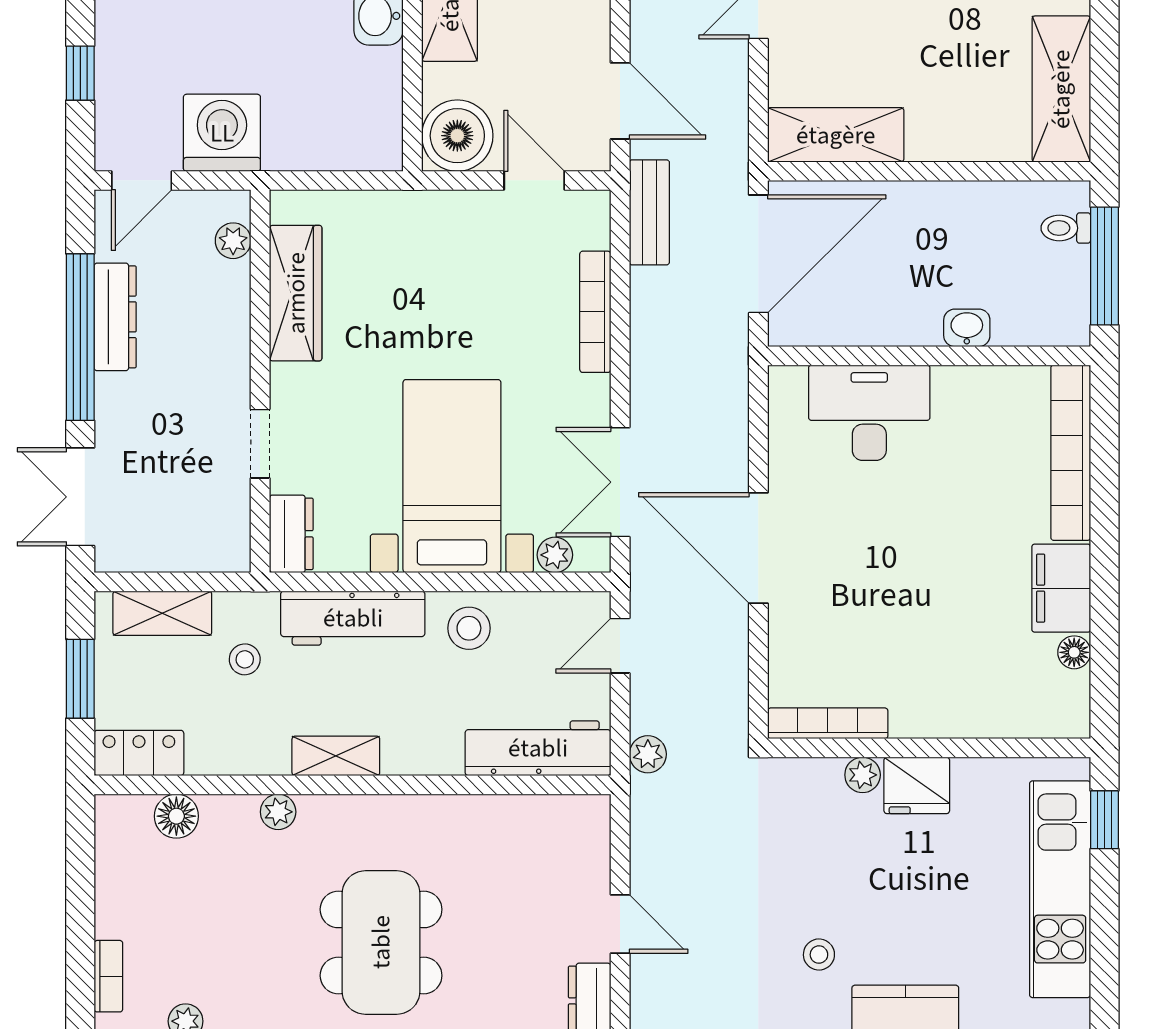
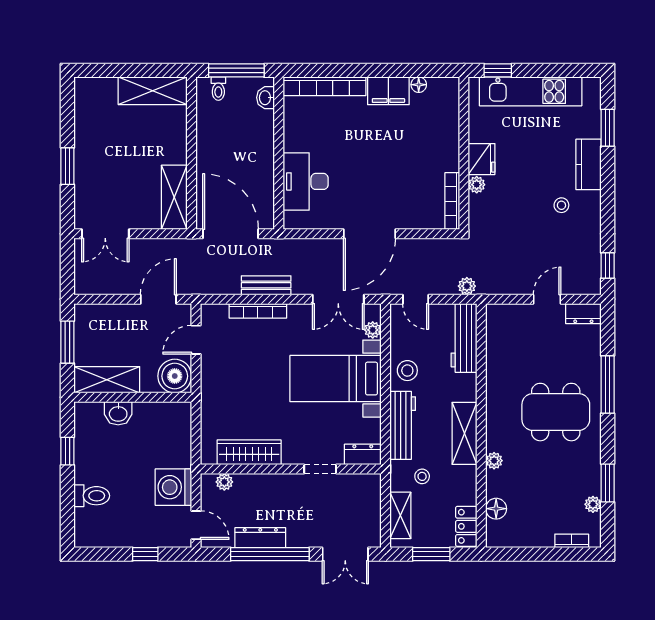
bench: (649, 212) -> (266, 285), moved
washbasin: (967, 328) -> (265, 98), moved
shelving: (336, 756) -> (465, 433), width x1.50, depth x1.33

